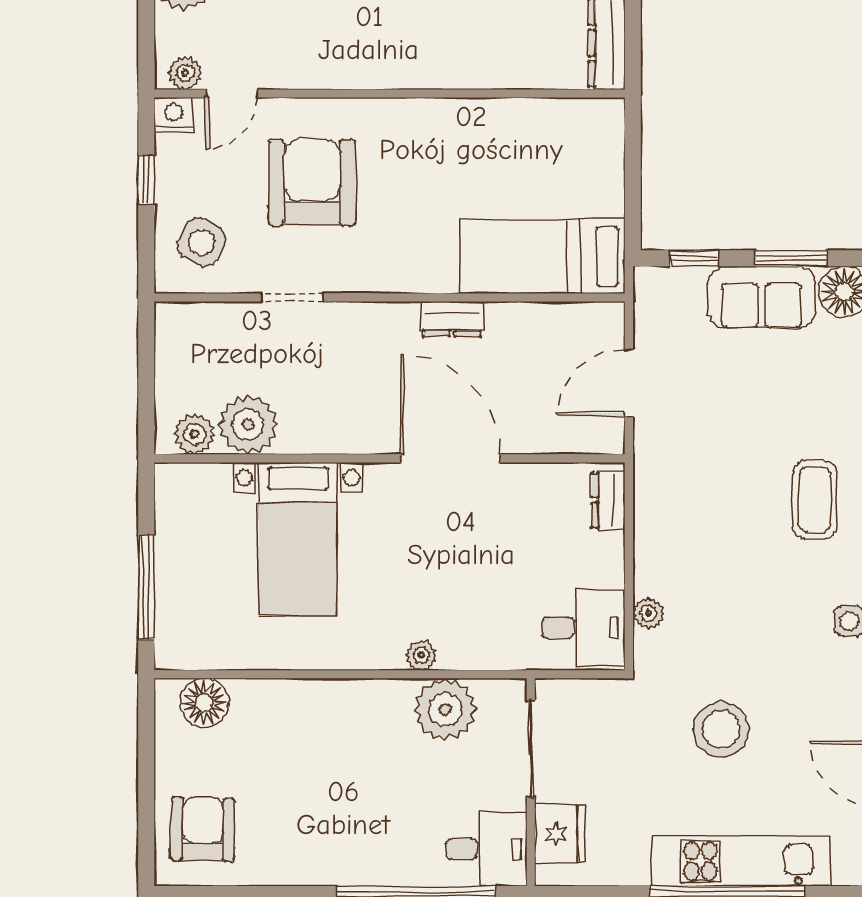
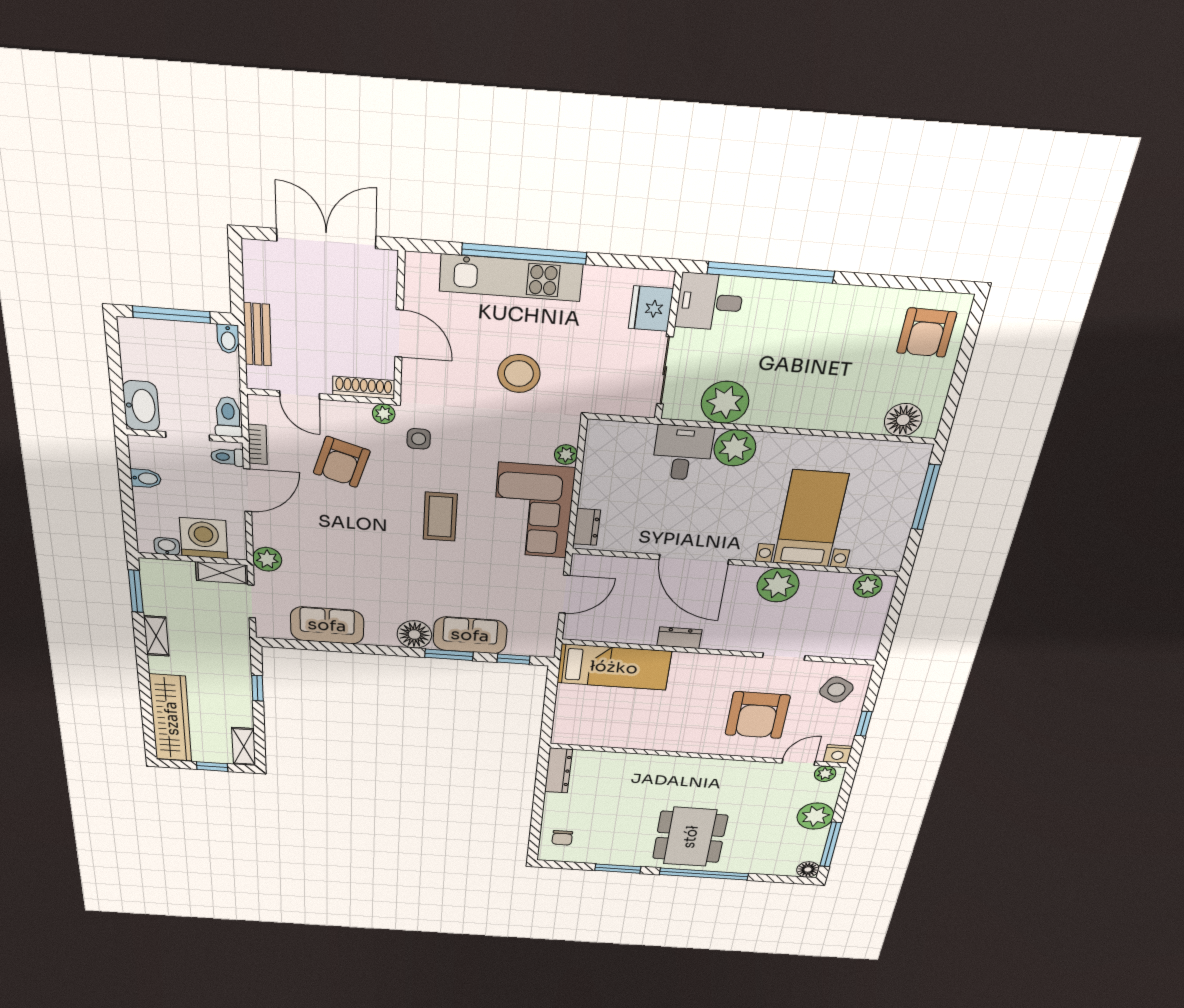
plant: (248, 425) -> (778, 585), moved
corner sofa: (686, 520) -> (533, 511), added
desk: (584, 628) -> (682, 453), moved, turned 90
plant: (421, 655) -> (735, 448), width x1.88, depth x1.88

